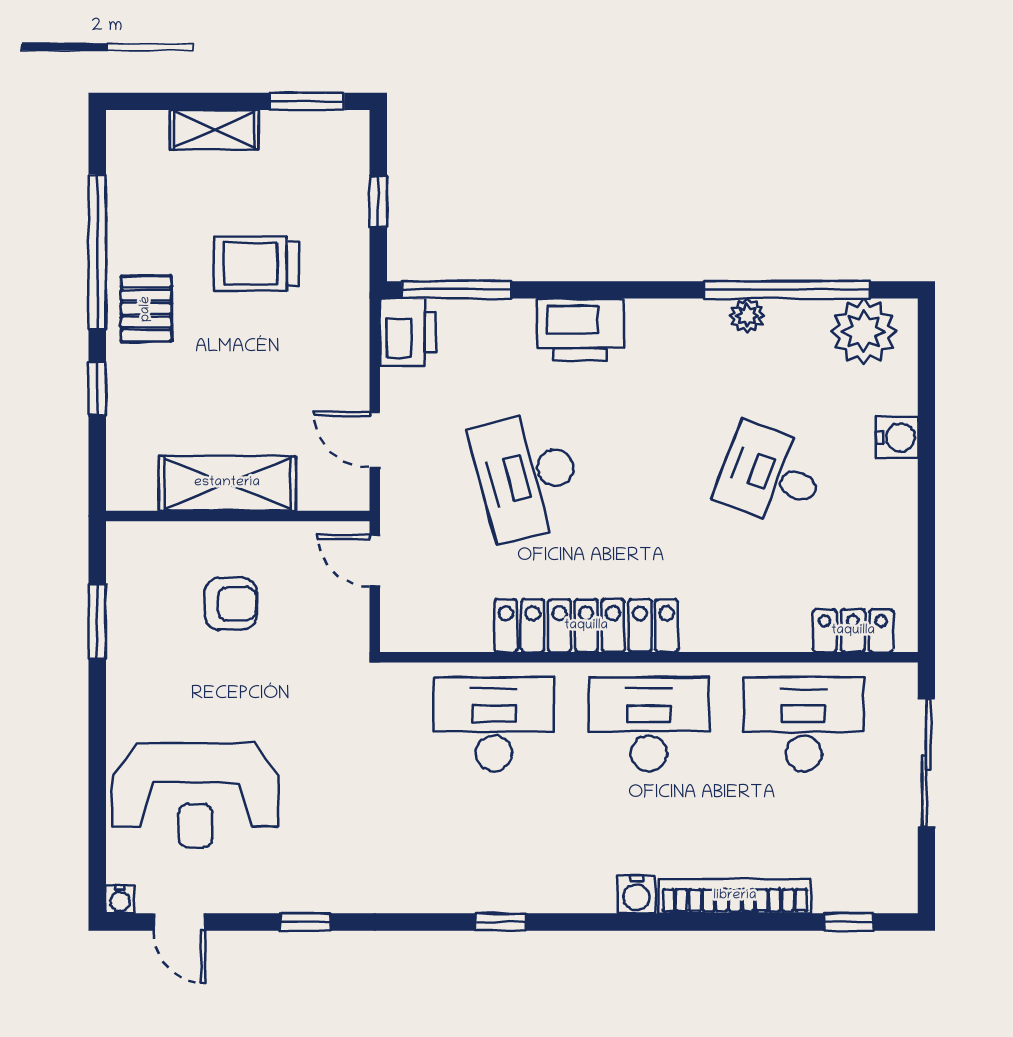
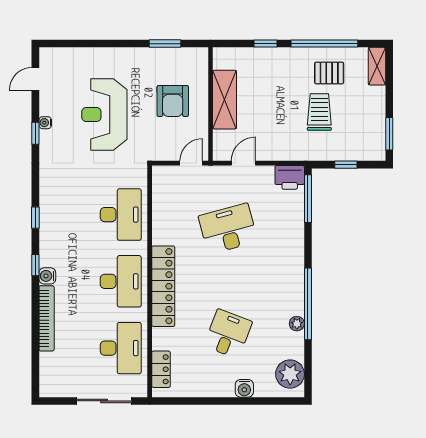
shelving: (214, 130) -> (377, 66), moved
window: (787, 290) -> (308, 304), moved
pallet: (146, 309) -> (329, 73), moved
printer: (580, 330) -> (291, 252), removed
armchair: (231, 604) -> (173, 101), width x1.38, depth x1.38
locker: (586, 626) -> (163, 286), moved
reception desk: (196, 795) -> (104, 114), moved
water cooler: (120, 899) -> (45, 123), moved
window: (849, 922) -> (35, 265), moved

